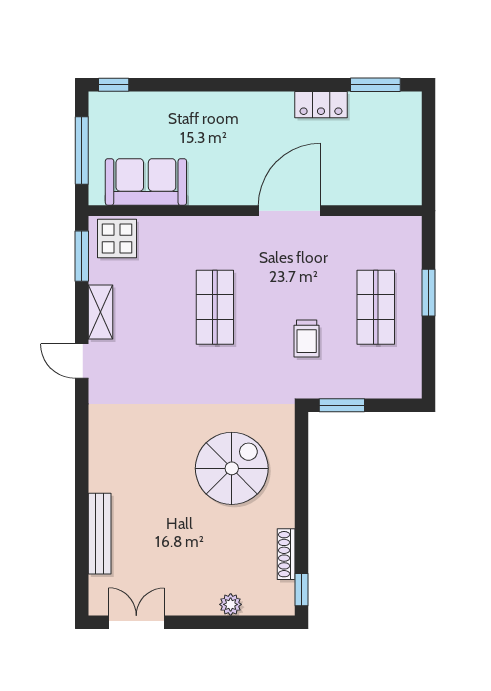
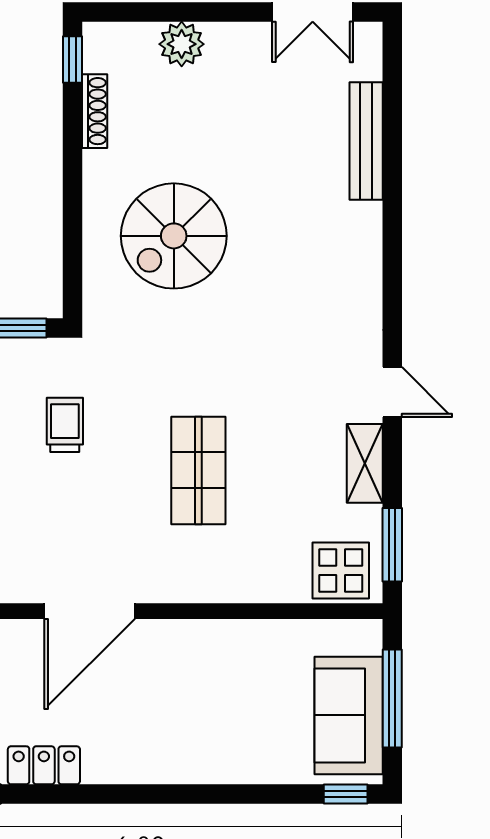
sofa: (146, 182) -> (349, 715), moved, turned 90
plant: (231, 604) -> (182, 44), width x1.38, depth x1.38

